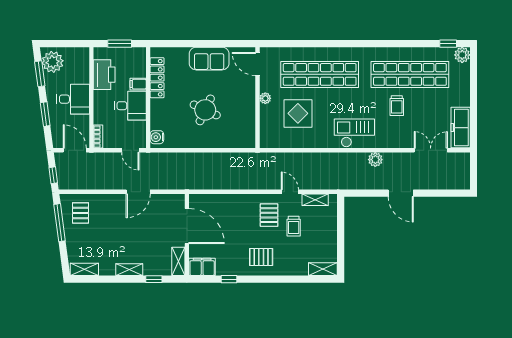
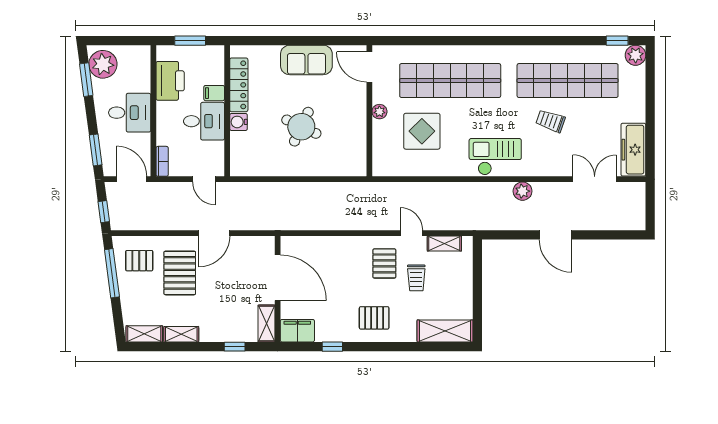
trolley: (397, 106) -> (550, 121), turned 109
window: (45, 114) -> (96, 150), moved
water cooler: (157, 137) -> (239, 122), moved
pallet: (81, 213) -> (139, 261), turned 90
pallet: (112, 222) -> (180, 273), added
shelving: (323, 269) -> (445, 331), width x1.50, depth x1.33
shelving: (129, 270) -> (181, 334), moved

